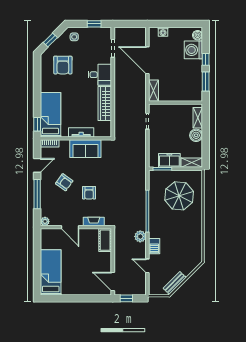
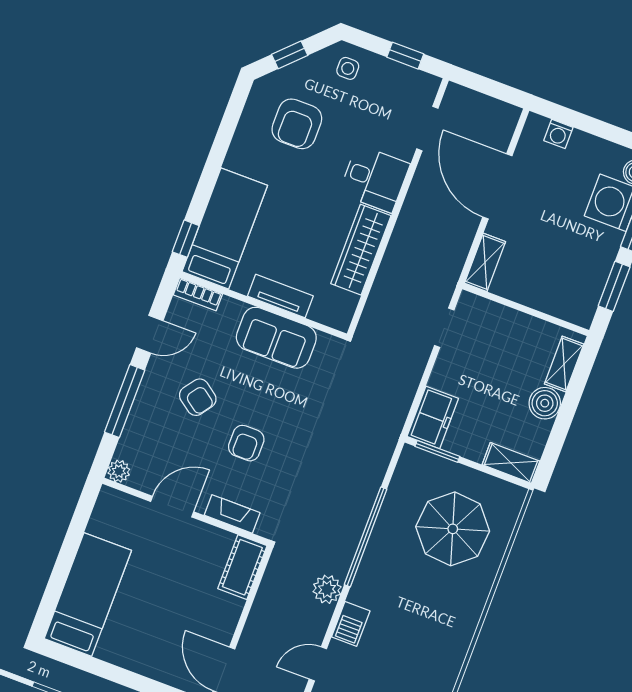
freezer: (169, 160) -> (433, 417), moved, turned 90
door: (70, 227) -> (172, 507), swing flipped
door: (147, 266) -> (318, 664), hinge flipped

